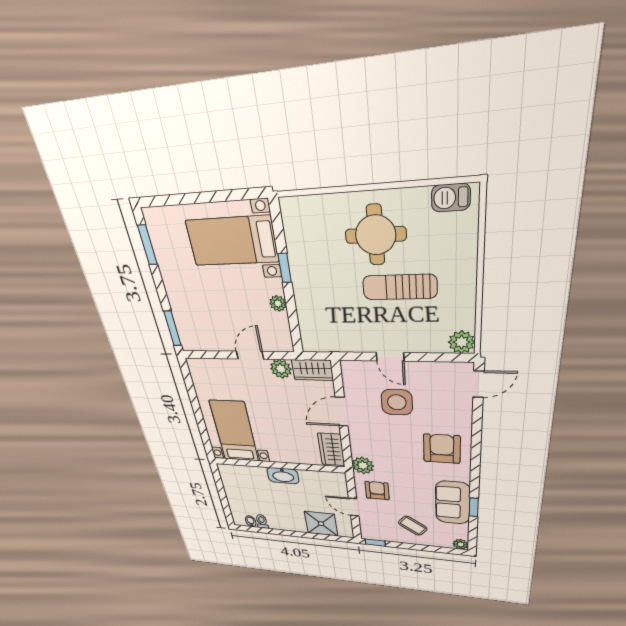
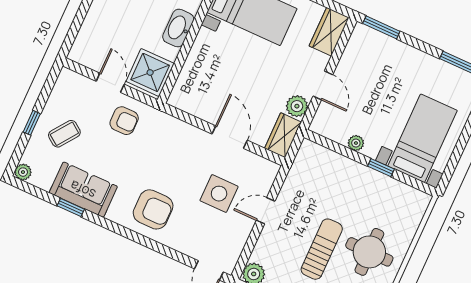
wardrobe: (331, 449) -> (329, 32), moved, turned -90
plant: (363, 465) -> (161, 123), removed
door: (354, 507) -> (110, 83), hinge flipped
shower: (321, 524) -> (150, 72), moved
window: (375, 543) -> (32, 123), moved

